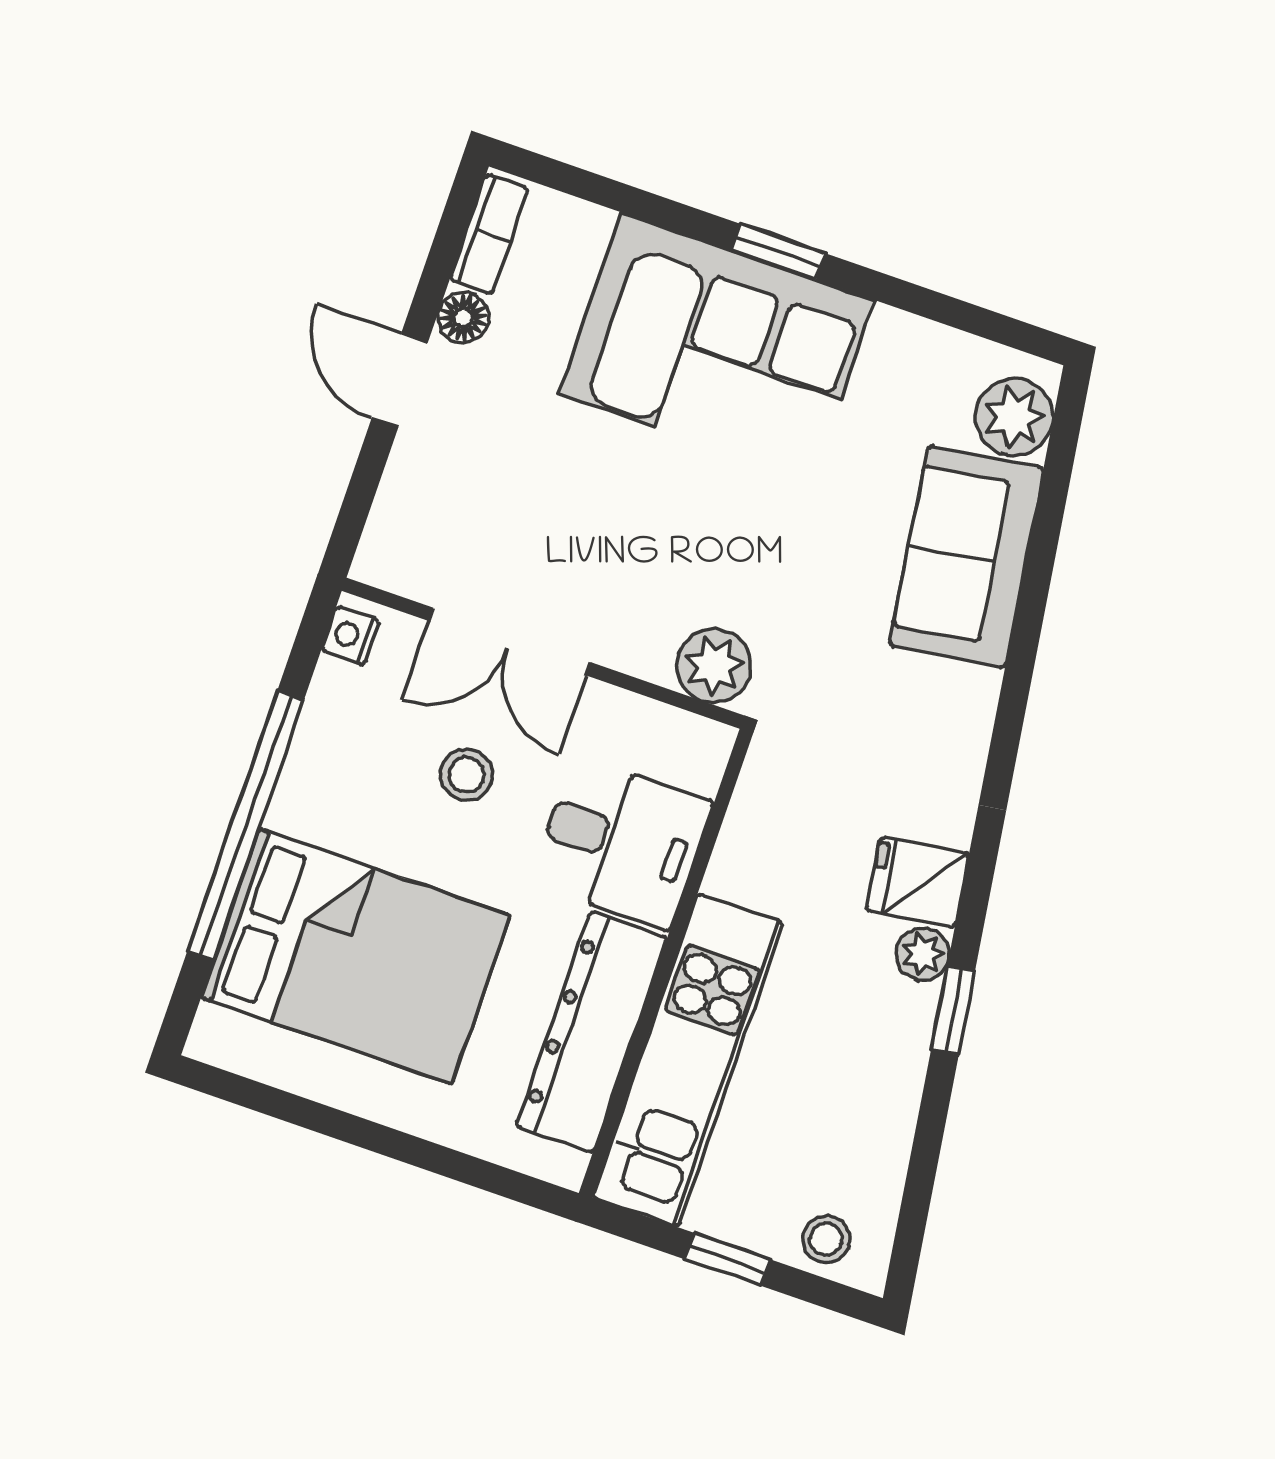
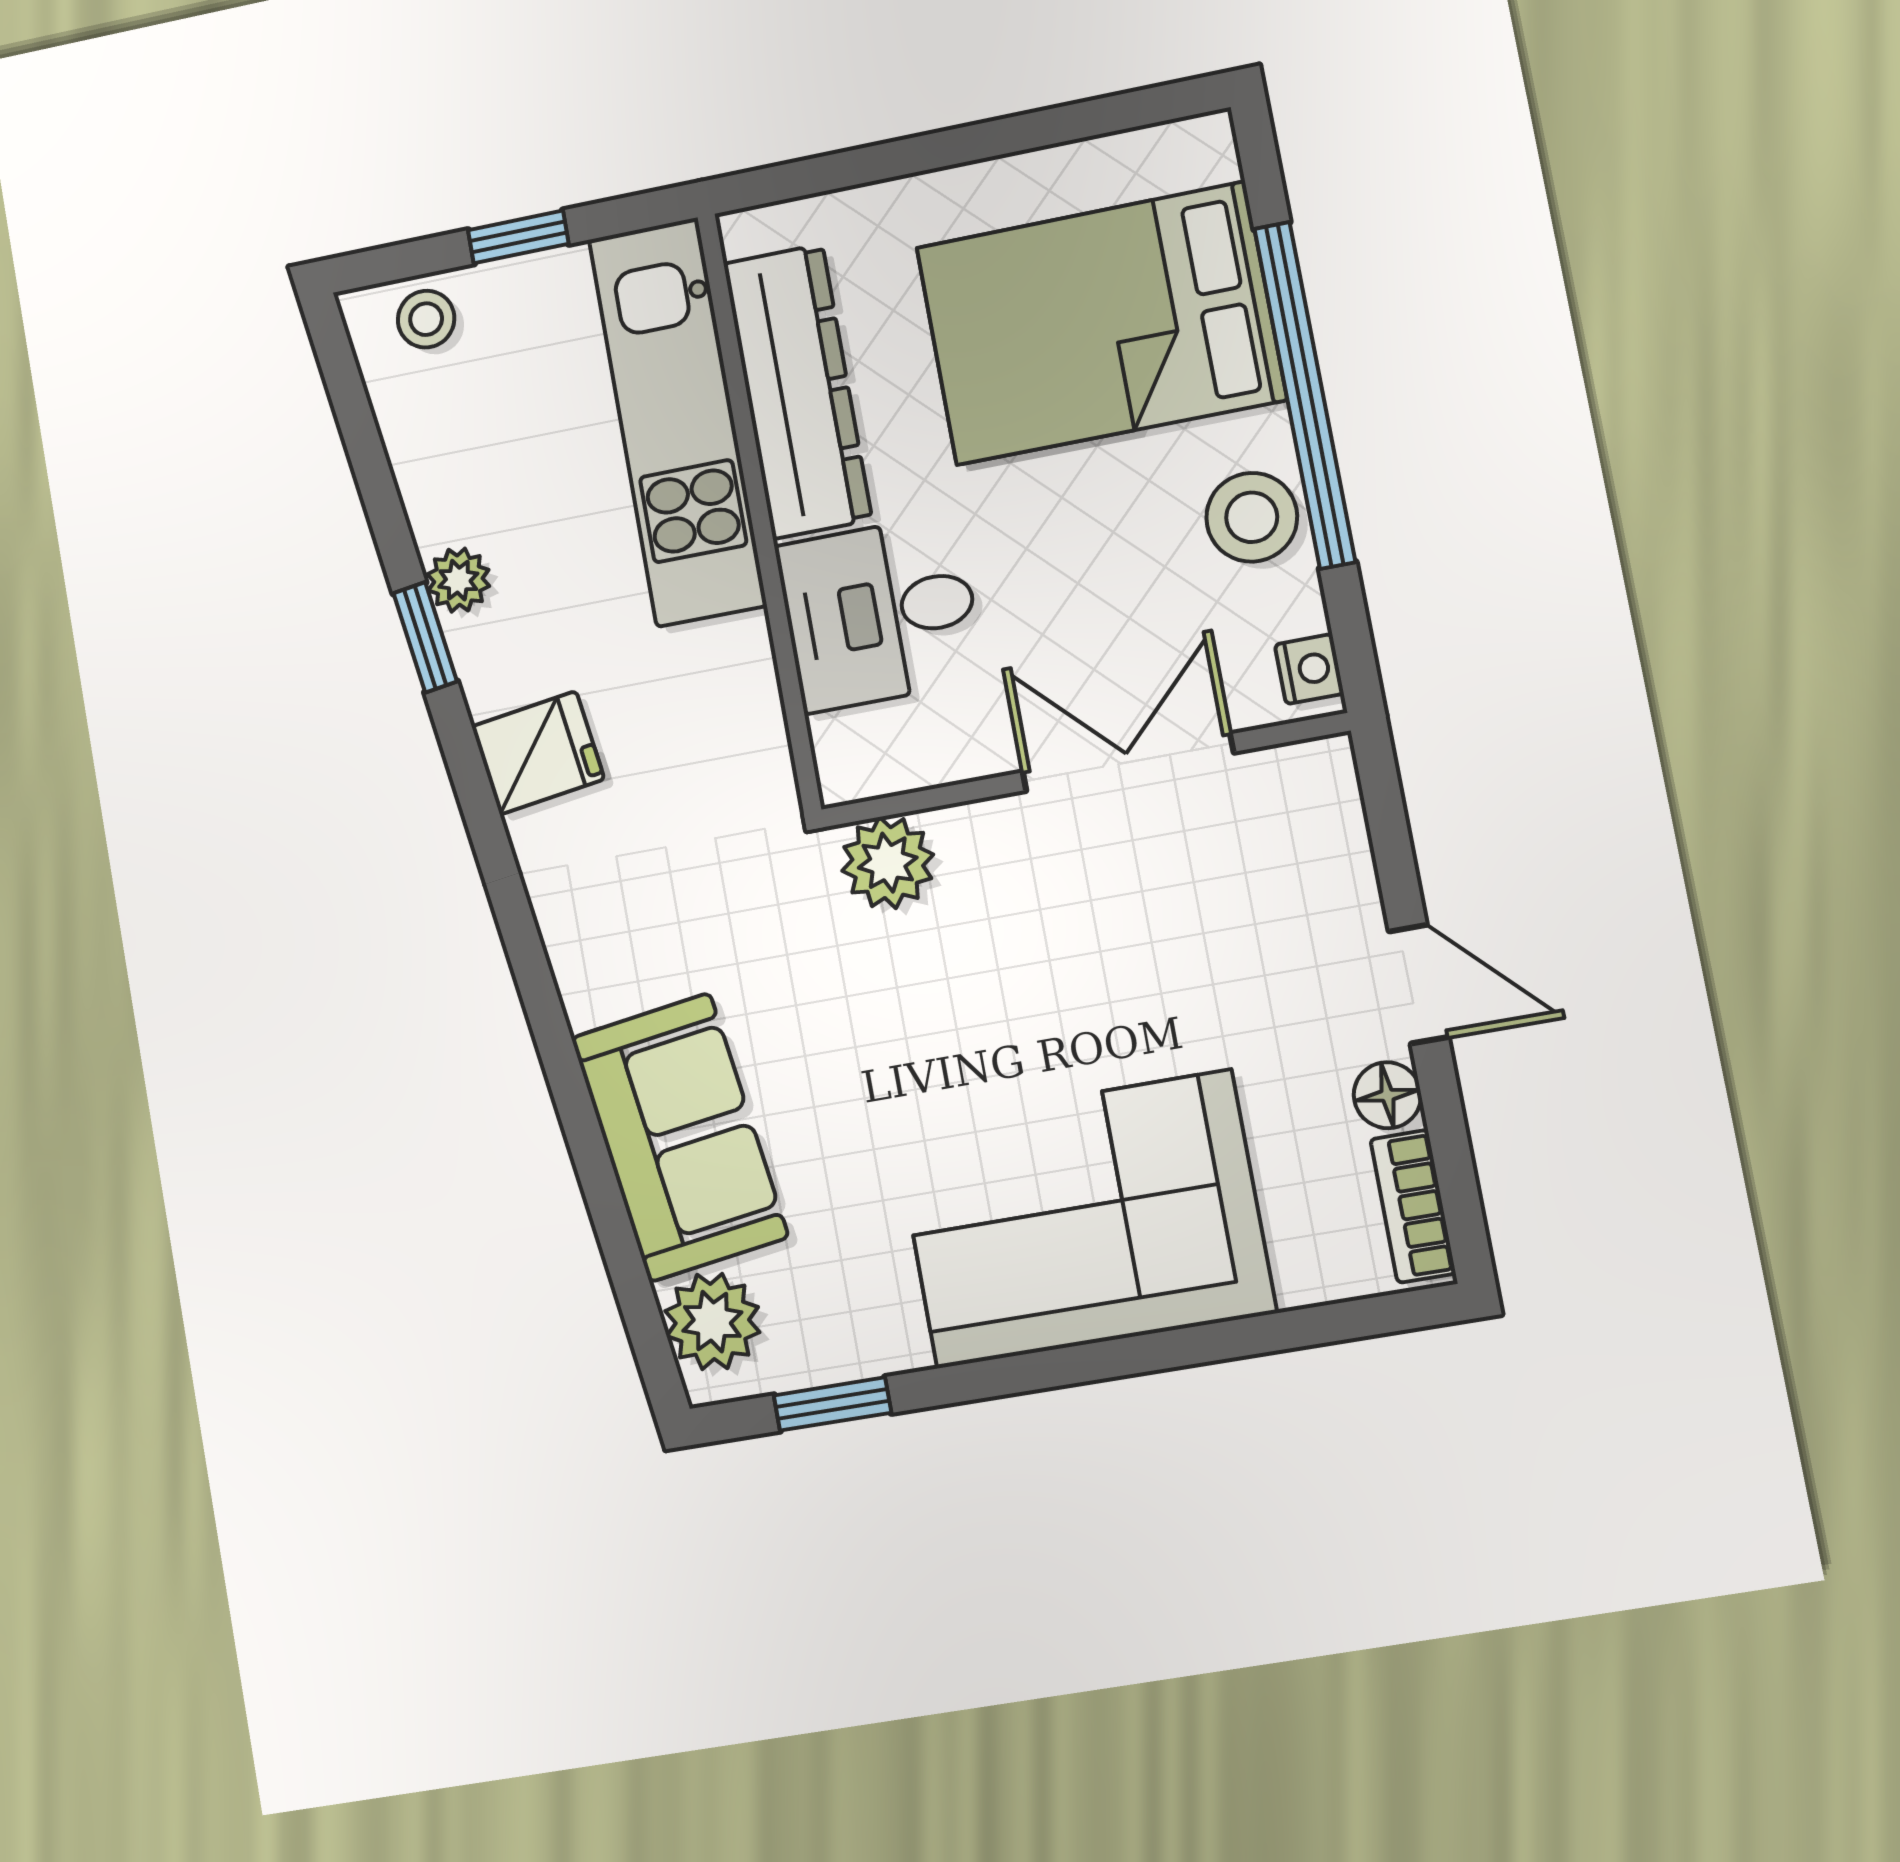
window: (778, 252) -> (832, 1404), moved
stool: (466, 775) -> (1252, 517), moved, width x1.37, depth x1.37
plant: (923, 954) -> (458, 580), moved

